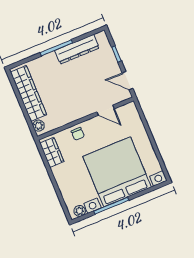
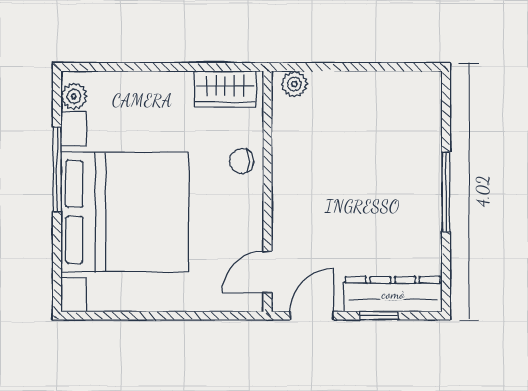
dresser: (77, 49) -> (393, 294), moved, turned 90
wardrobe: (28, 93) -> (373, 91), removed
door: (106, 110) -> (267, 272), moved

